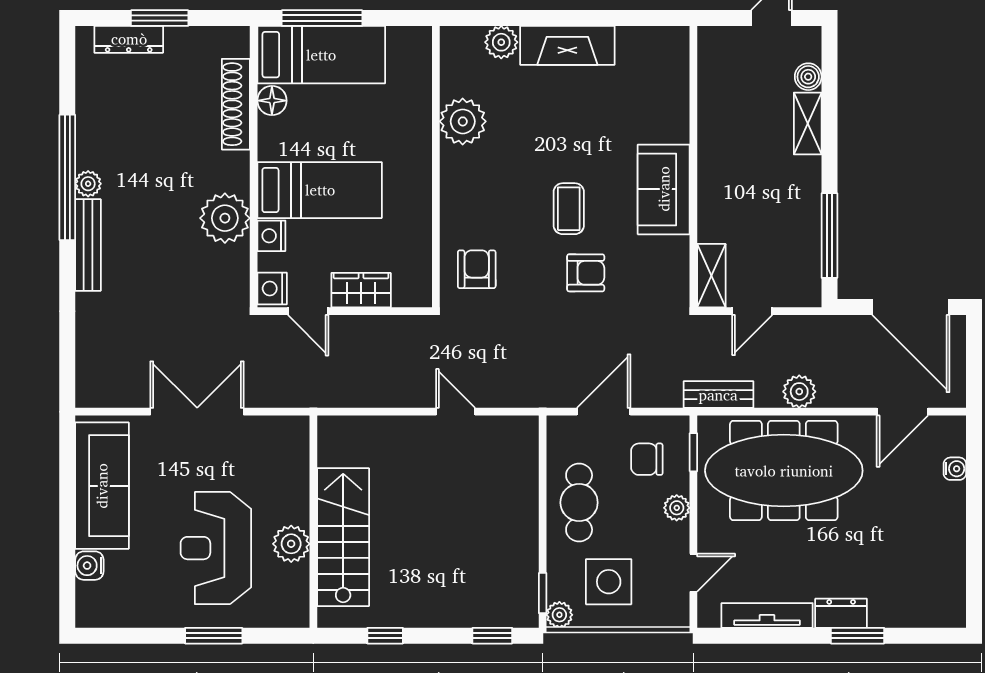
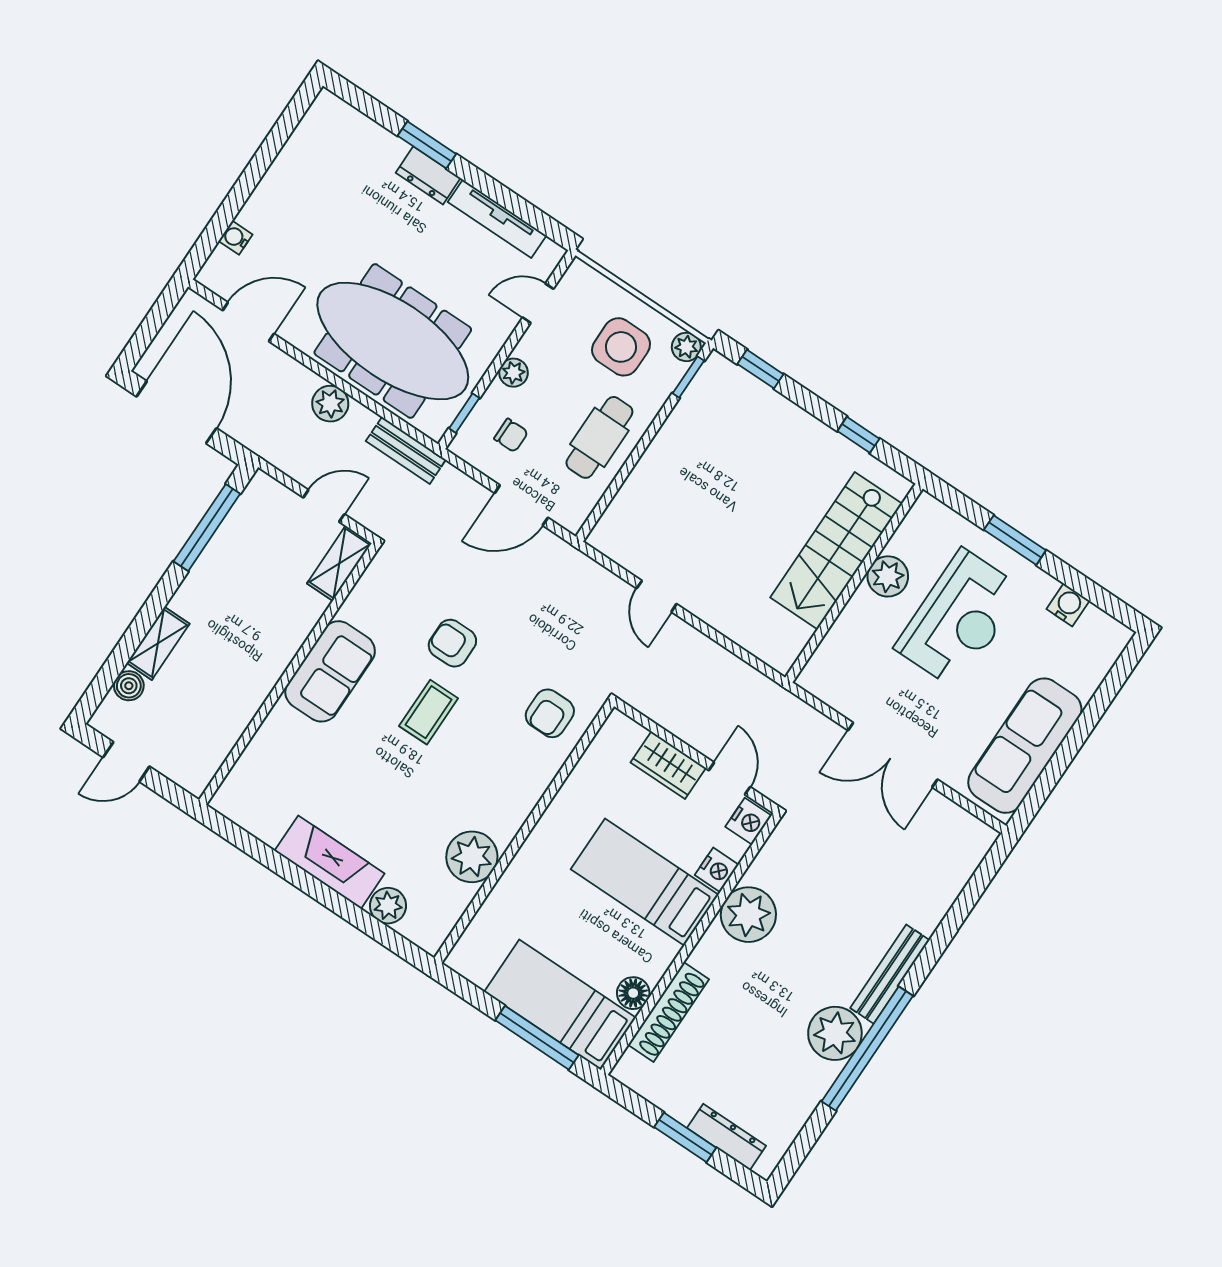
plant: (88, 184) -> (835, 1033), width x1.88, depth x1.88
chair: (647, 459) -> (511, 435), width x0.73, depth x0.73
water cooler: (89, 566) -> (1068, 605), moved, turned -90

